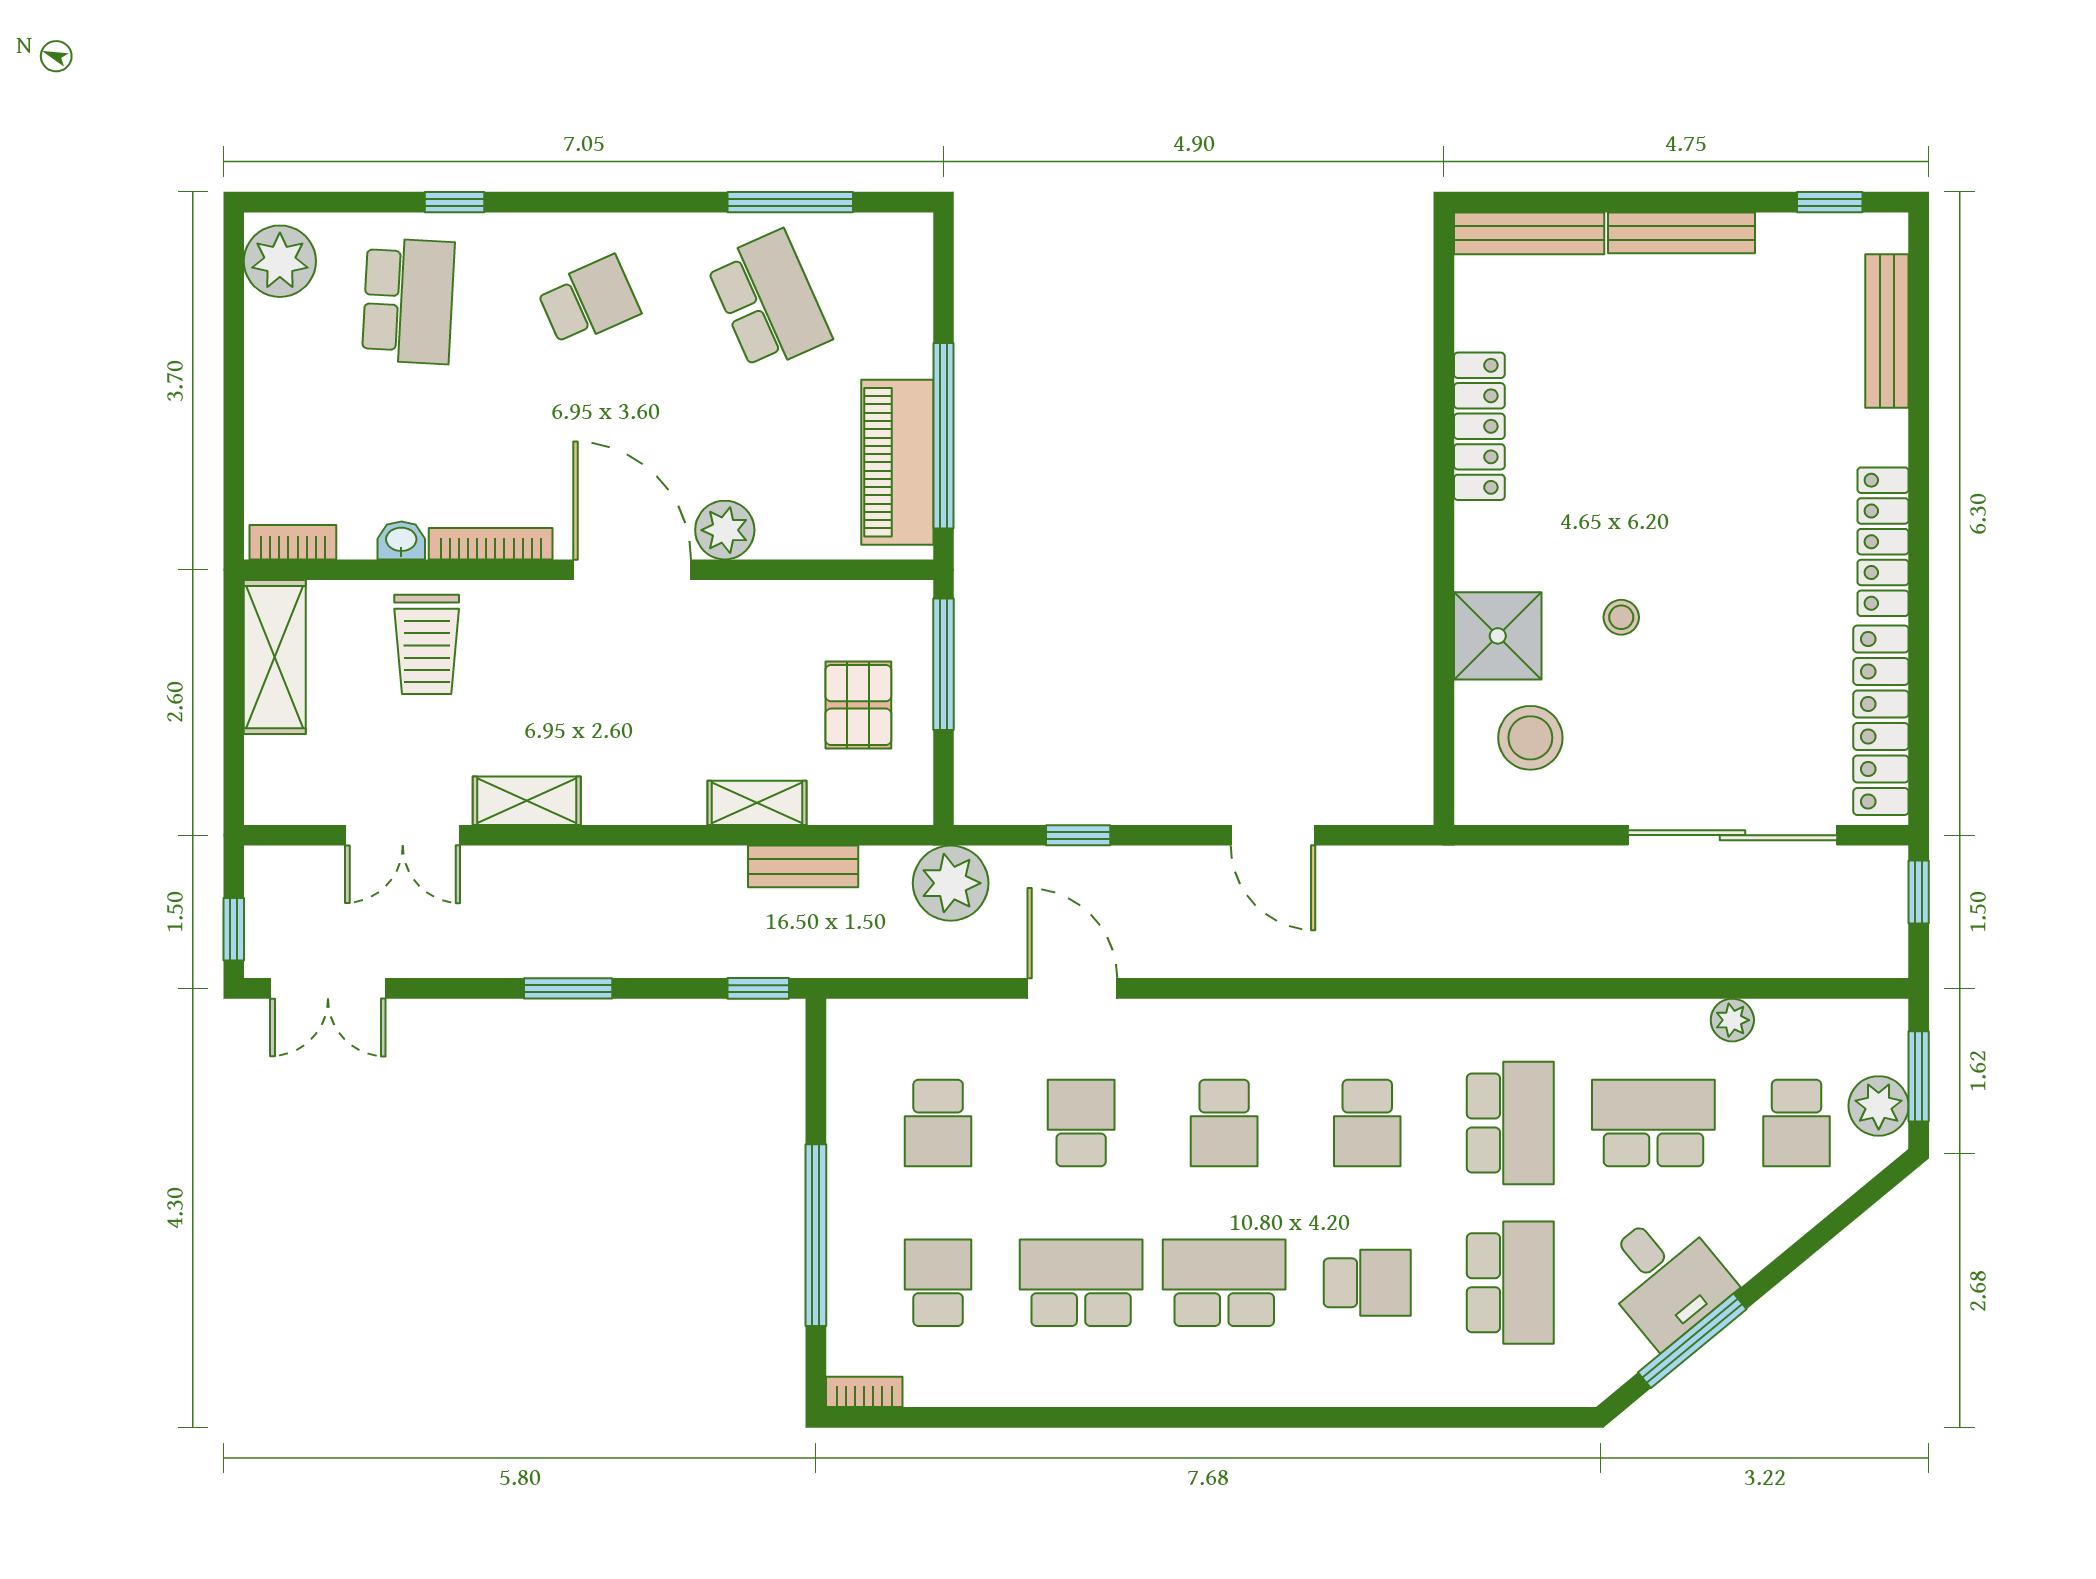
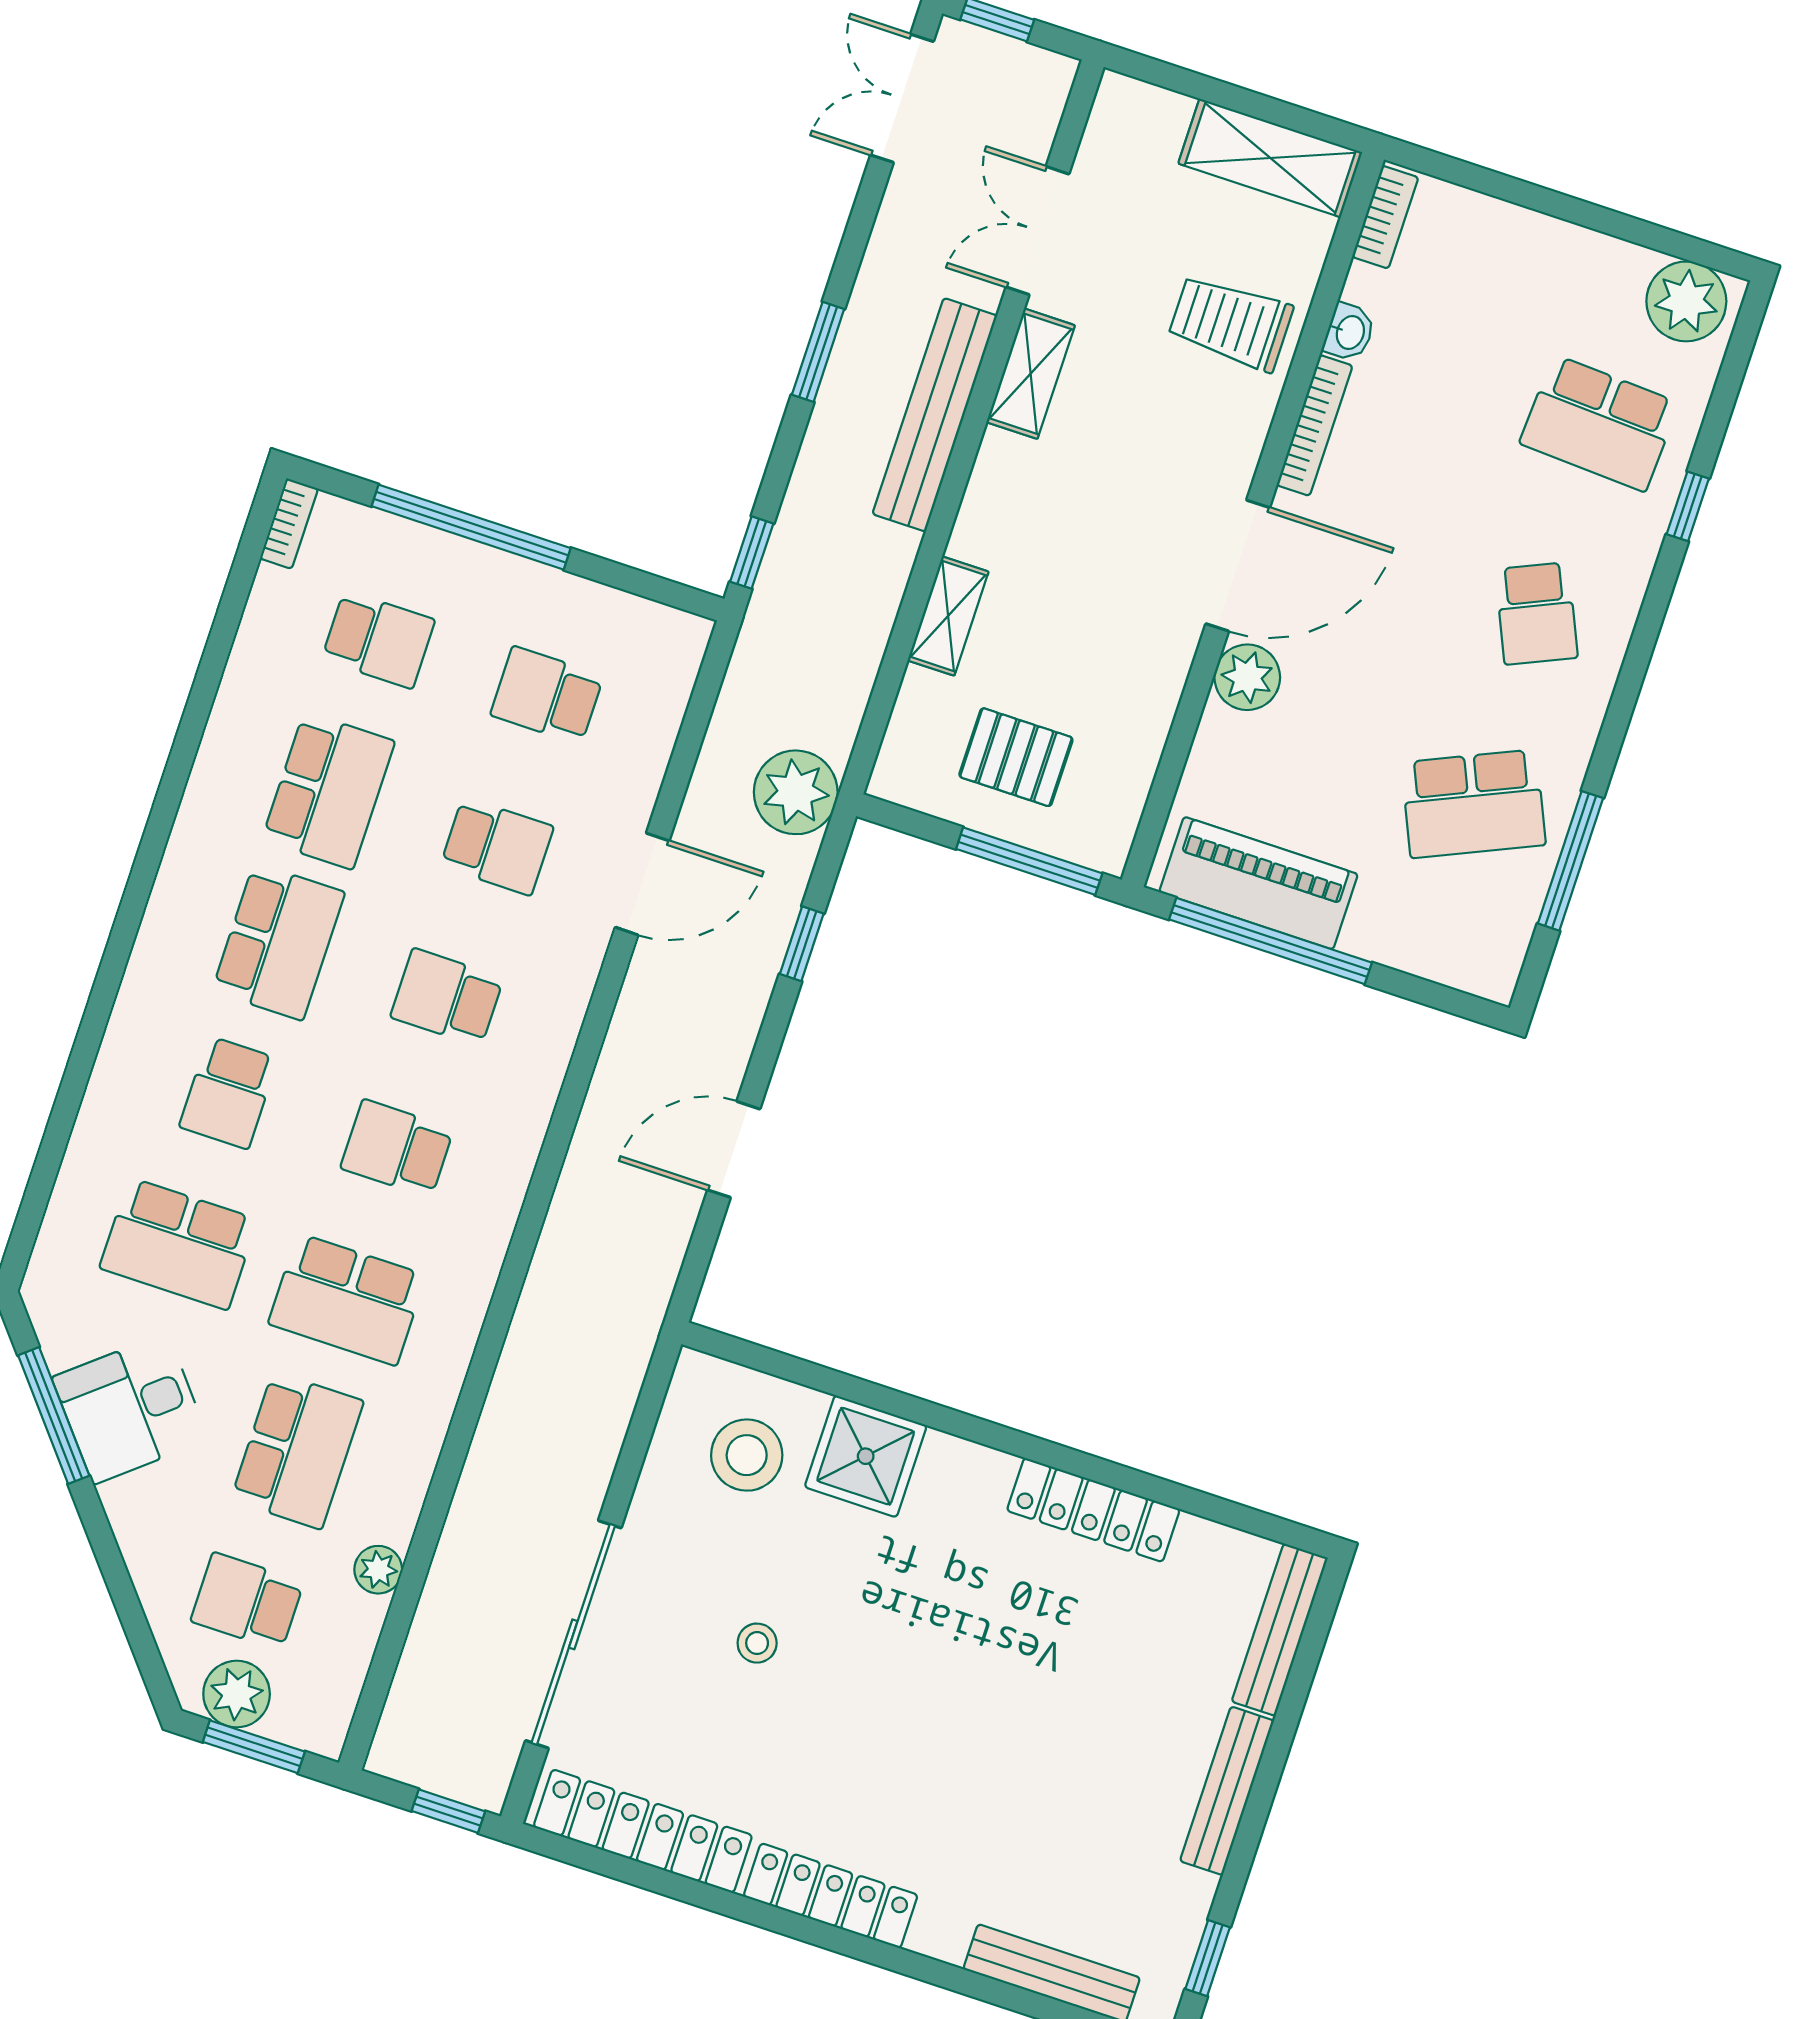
stool: (1621, 617) -> (757, 1643), moved
bench: (803, 866) -> (935, 415), moved, width x1.86, depth x1.21

